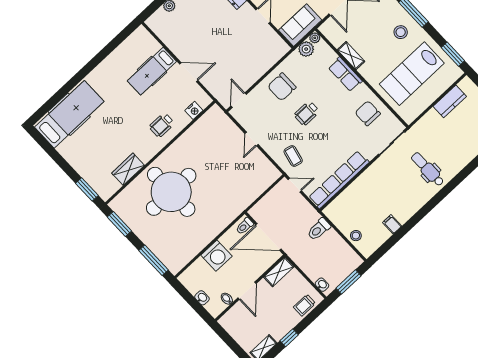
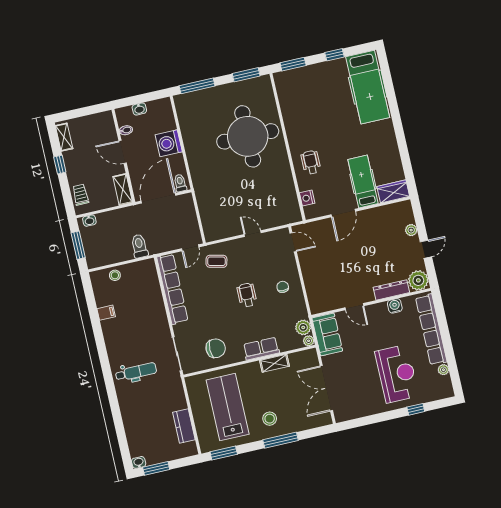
chair: (282, 87) -> (283, 287), width x0.54, depth x0.54
window: (58, 159) -> (335, 55), added
wardrobe: (128, 169) -> (393, 191), moved, turned -90

